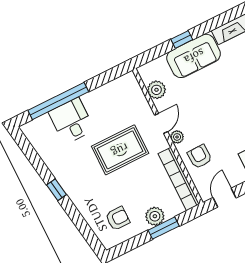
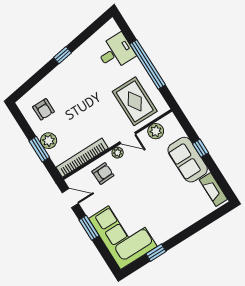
window: (58, 101) -> (148, 64), moved
desk: (71, 121) -> (116, 52), moved
rug: (120, 150) -> (135, 101), moved

